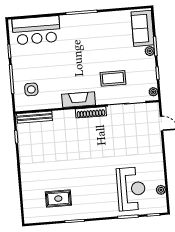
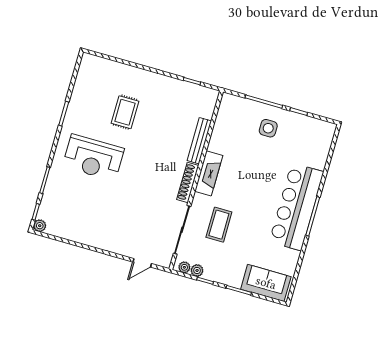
bar counter: (36, 30) -> (296, 207), moved, width x1.36
plant: (150, 51) -> (197, 270), moved
side table: (31, 89) -> (268, 128), moved
bench: (35, 117) -> (199, 141), moved
reception desk: (131, 189) -> (93, 158), moved
plant: (161, 190) -> (40, 226), moved
rug: (58, 199) -> (125, 112), moved

